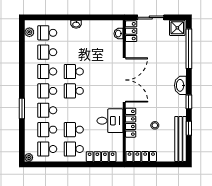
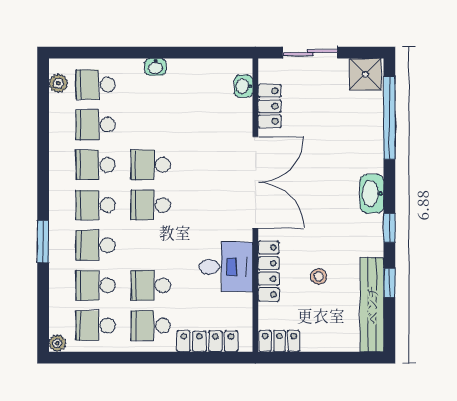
locker: (131, 31) -> (270, 106), moved
locker: (141, 156) -> (279, 341), width x0.66

